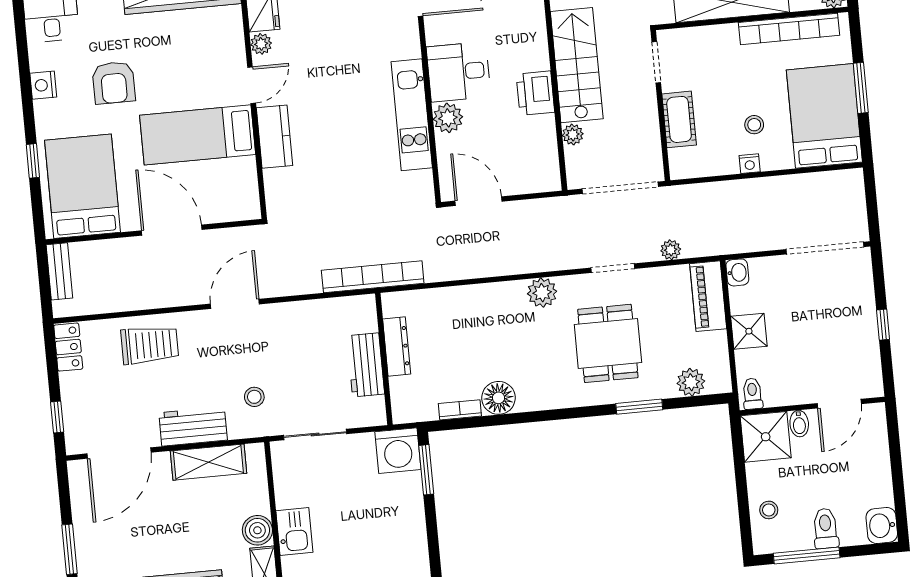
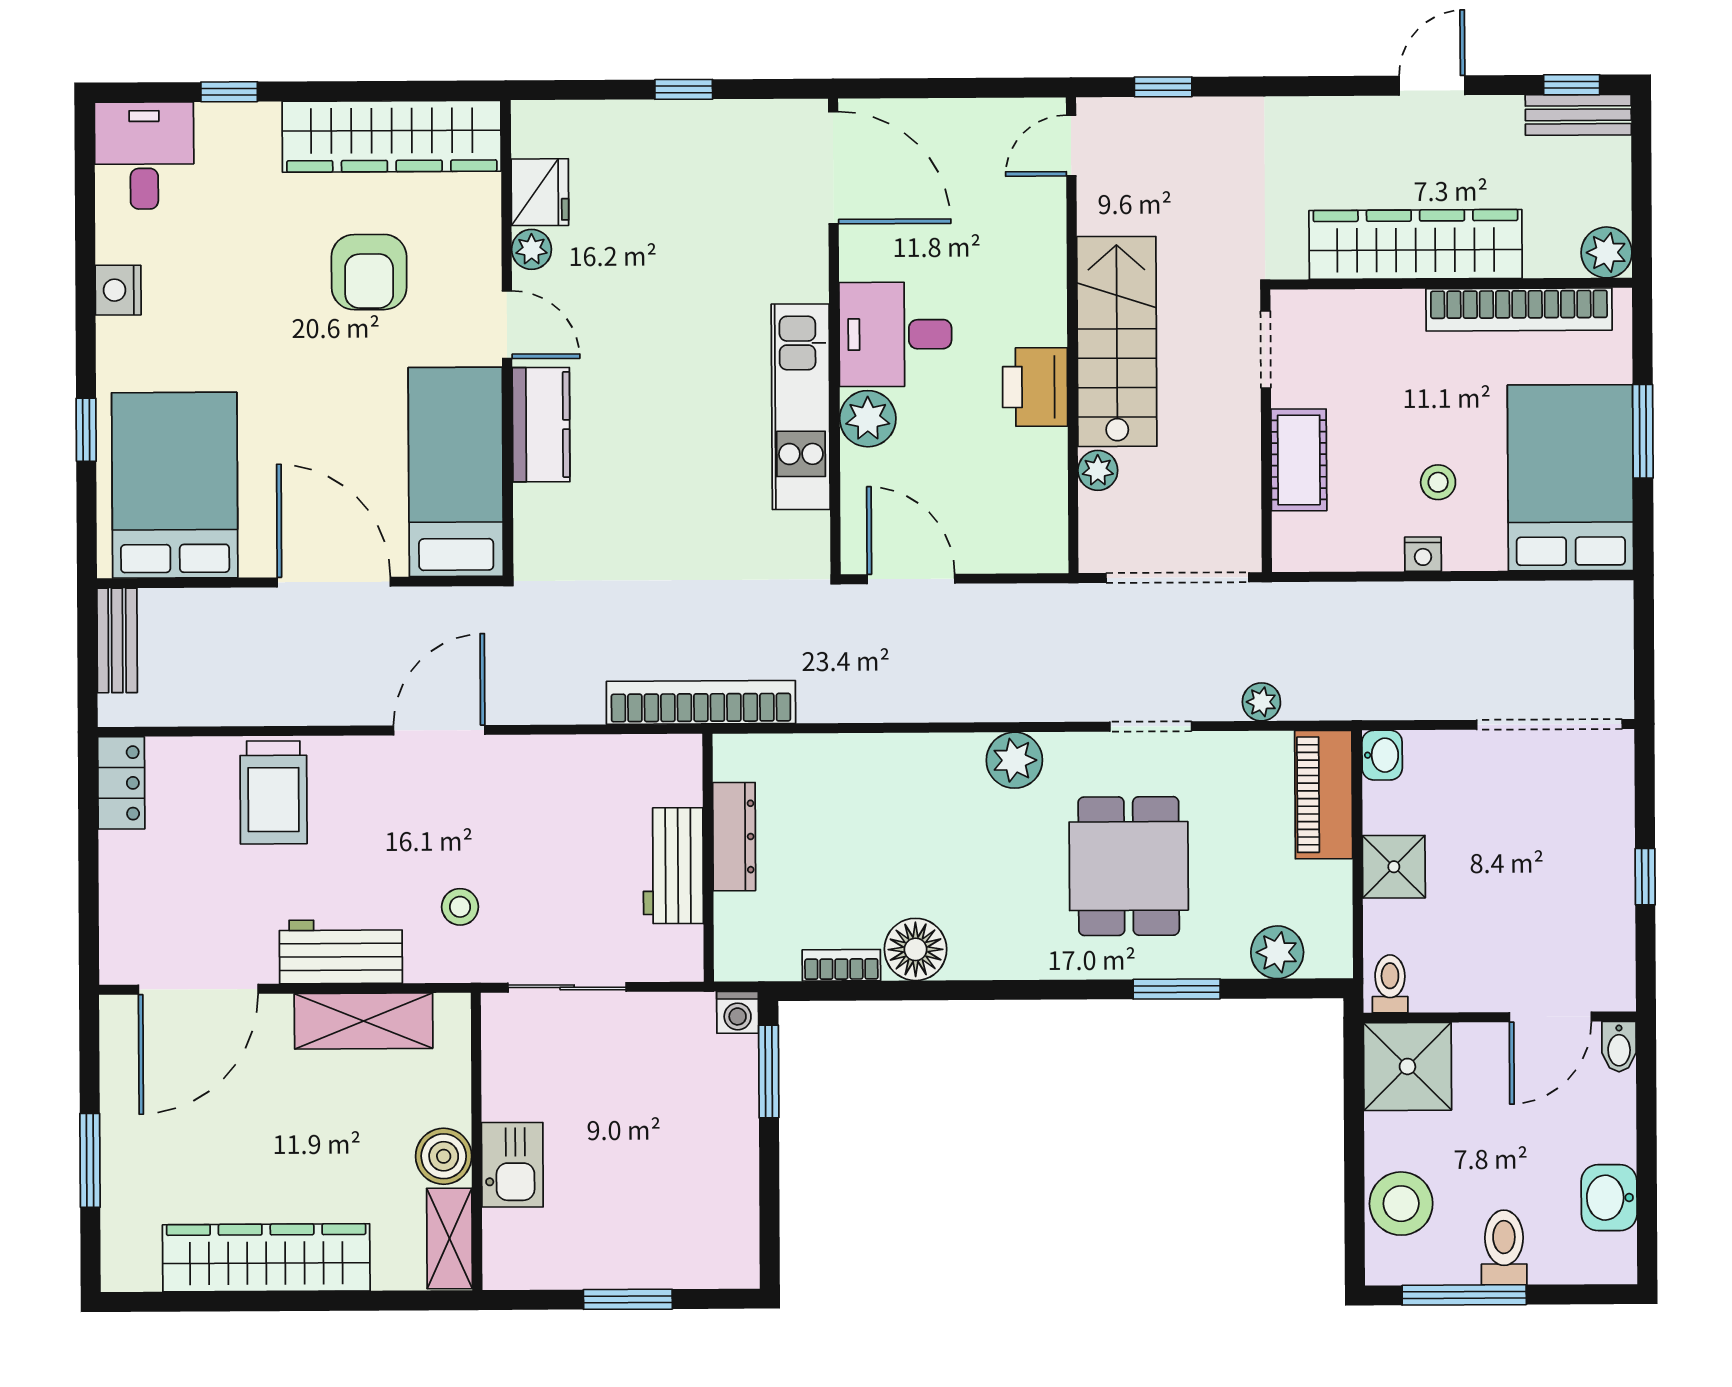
armchair: (114, 83) -> (369, 272), moved
door: (252, 85) -> (507, 325), hinge flipped
bed: (198, 135) -> (456, 472), moved, turned 90
trolley: (150, 345) -> (273, 792), turned 90
window: (57, 417) -> (89, 912), removed
bidet: (799, 424) -> (1619, 1047), moved
washing machine: (398, 451) -> (738, 1012), width x0.53, depth x0.53
stool: (769, 510) -> (1401, 1204), width x1.89, depth x1.89
washbasin: (882, 525) -> (1609, 1198), moved

